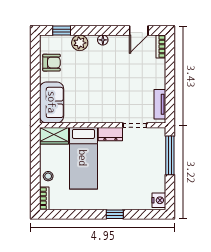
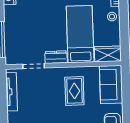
rug: (92, 97) -> (74, 91), added
tv unit: (160, 104) -> (11, 92), width x1.41

